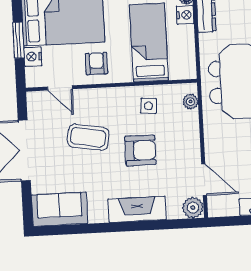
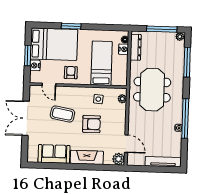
sofa: (60, 209) -> (54, 154), moved

